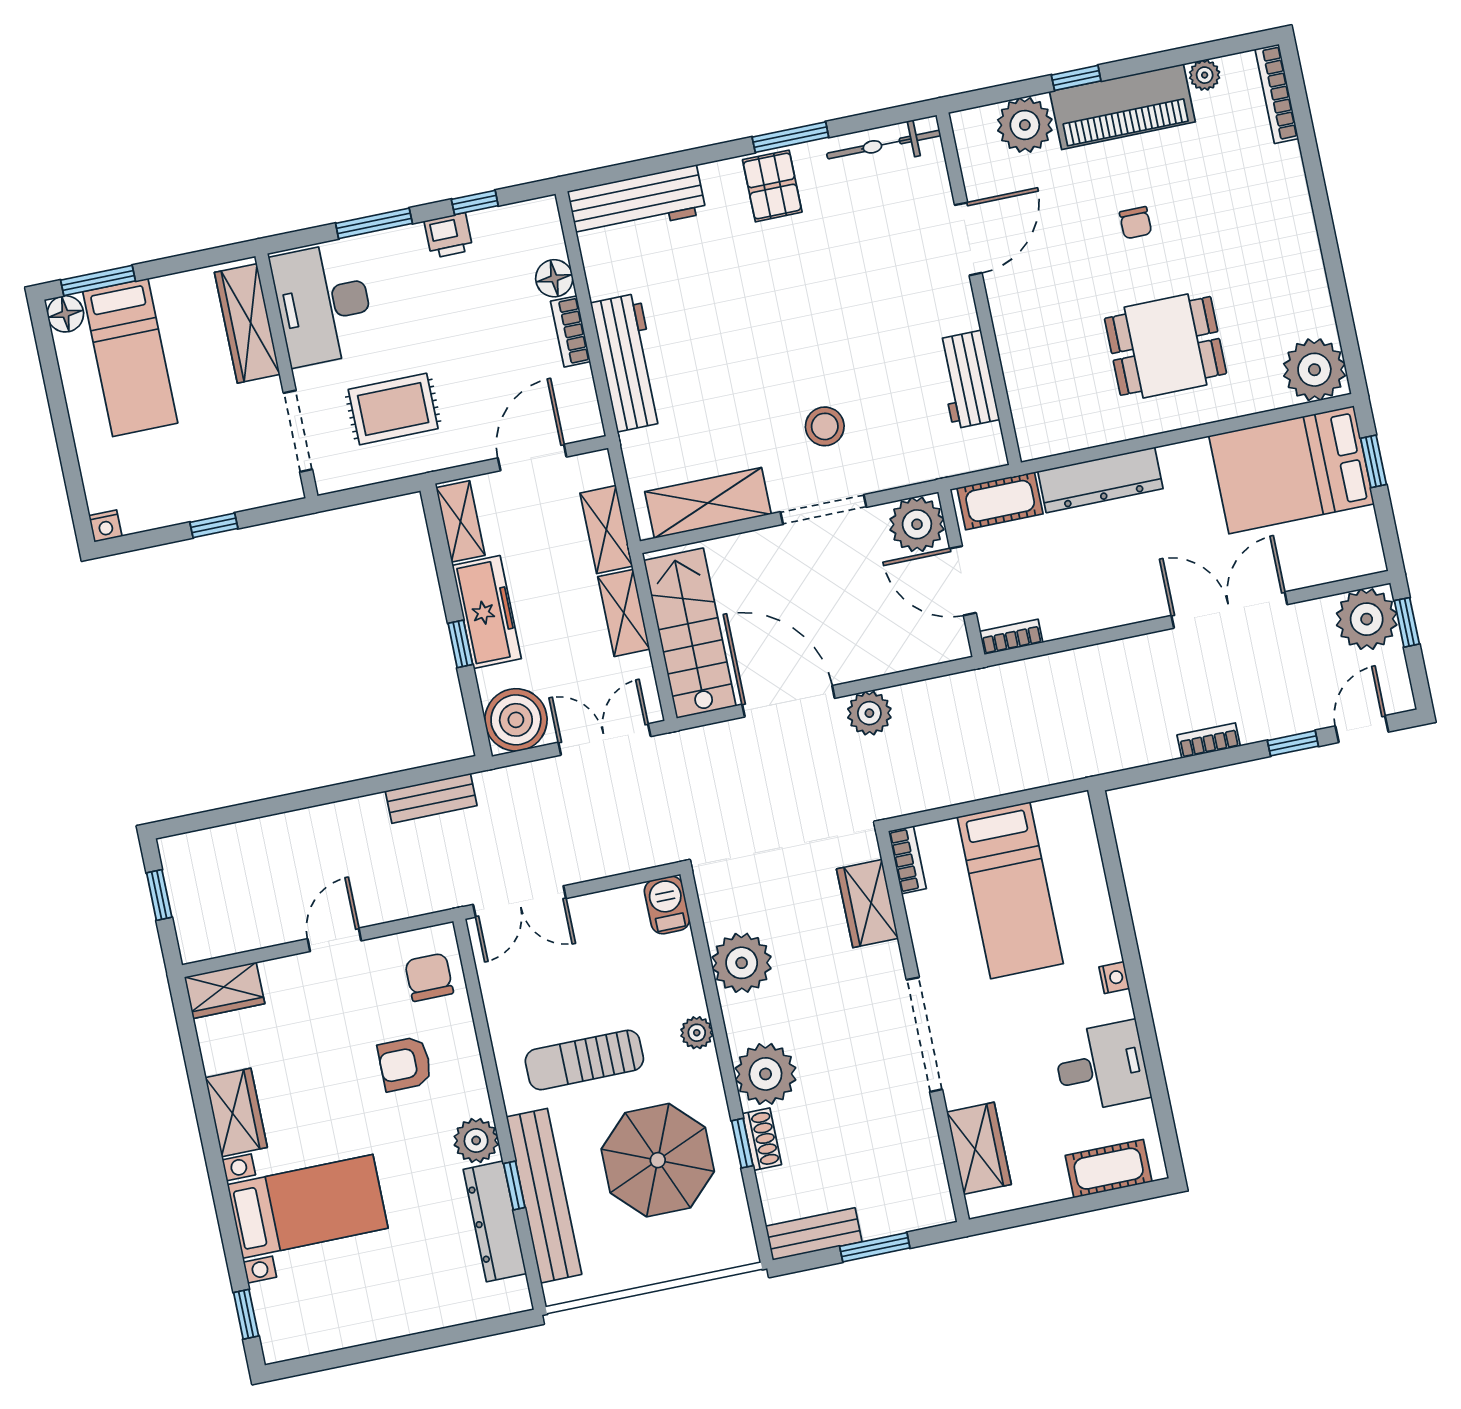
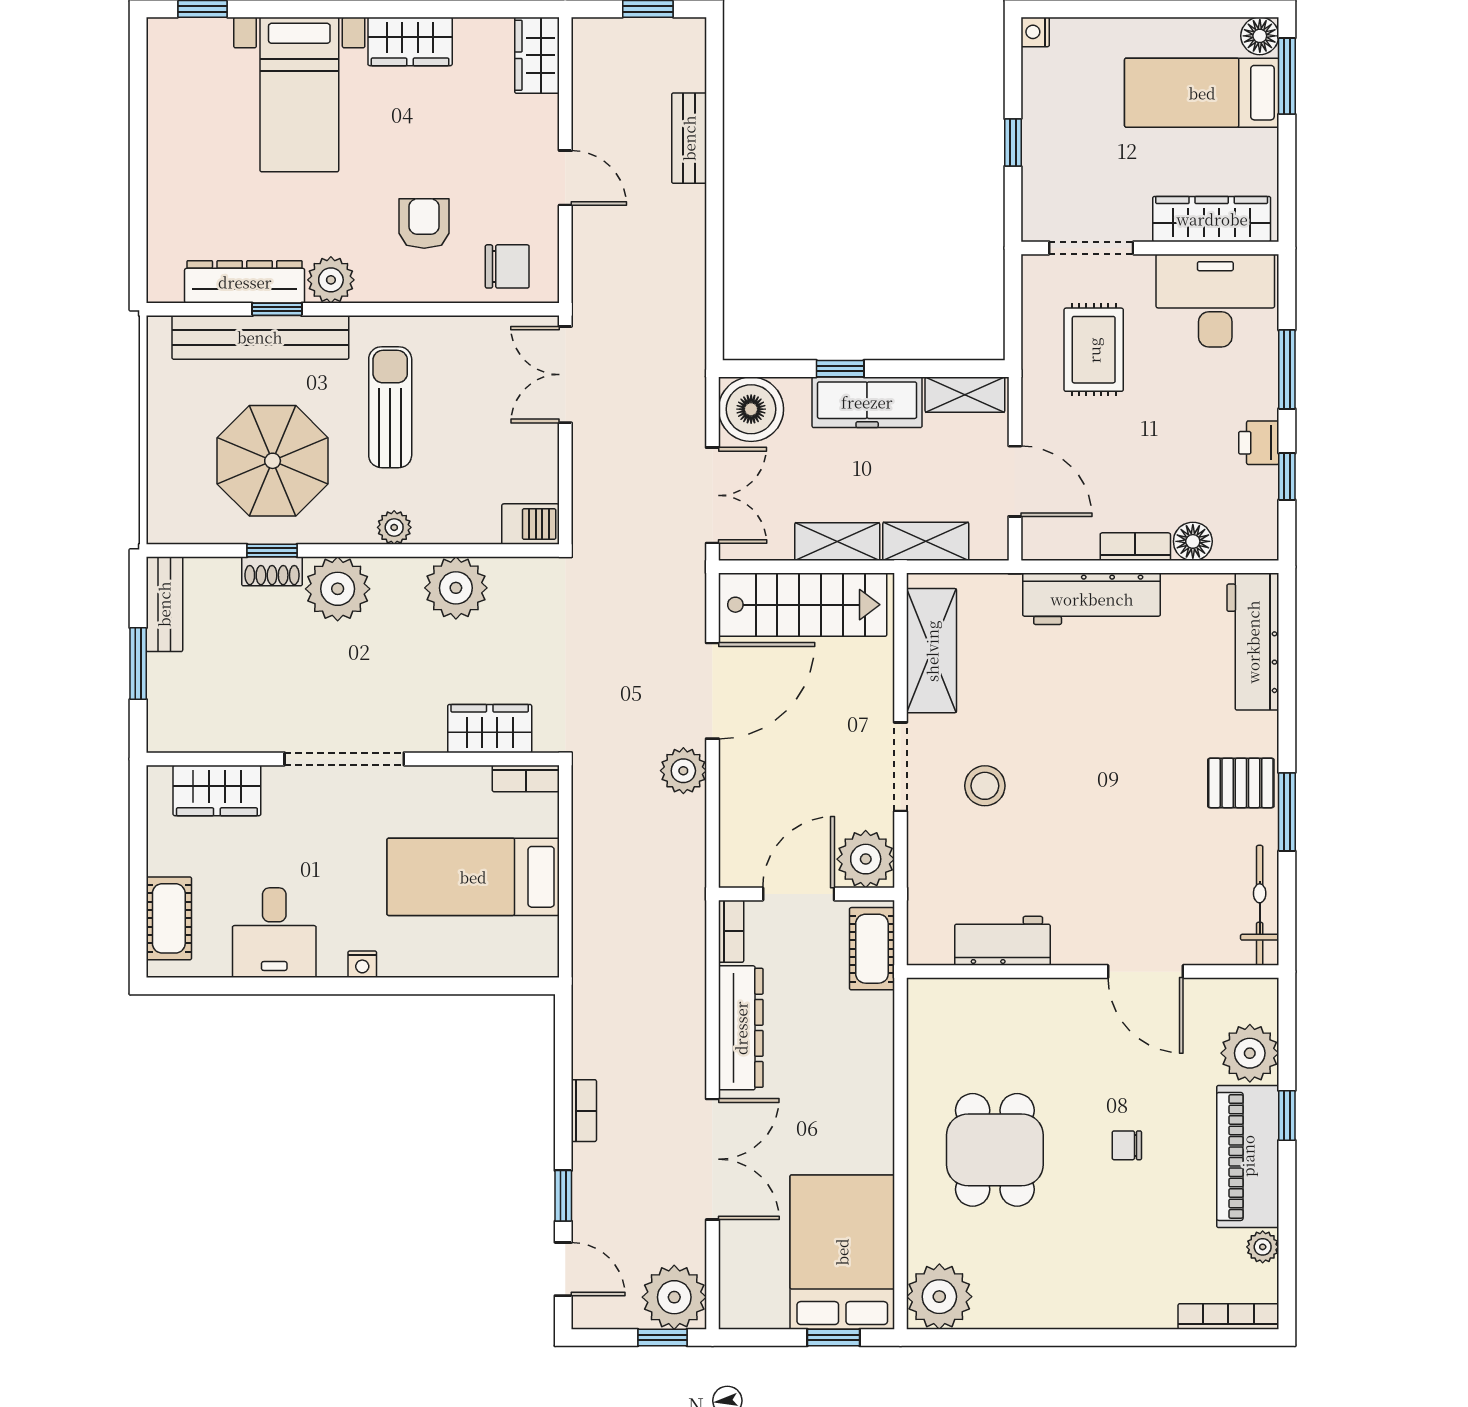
dresser: (1100, 480) -> (741, 1028), moved, turned 180
bench: (431, 798) -> (689, 138), moved

